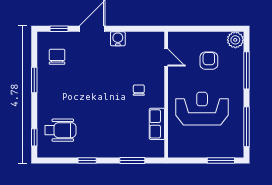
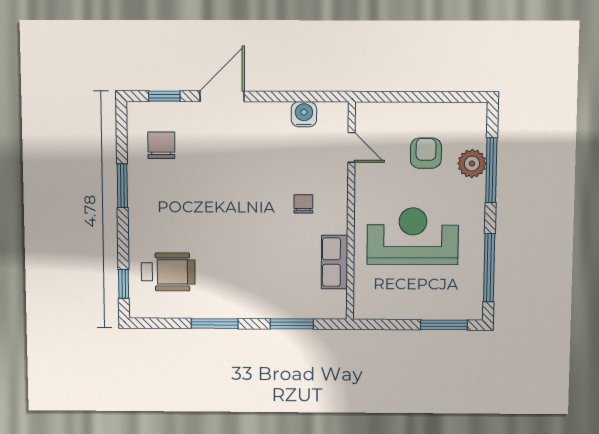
water cooler: (118, 39) -> (304, 114), moved
plant: (235, 40) -> (472, 164), moved
window: (87, 160) -> (215, 324), width x1.50

